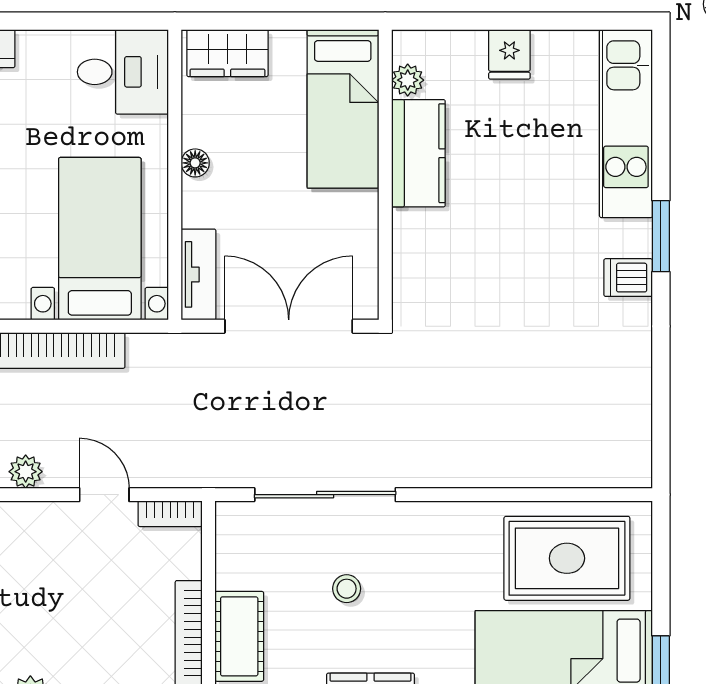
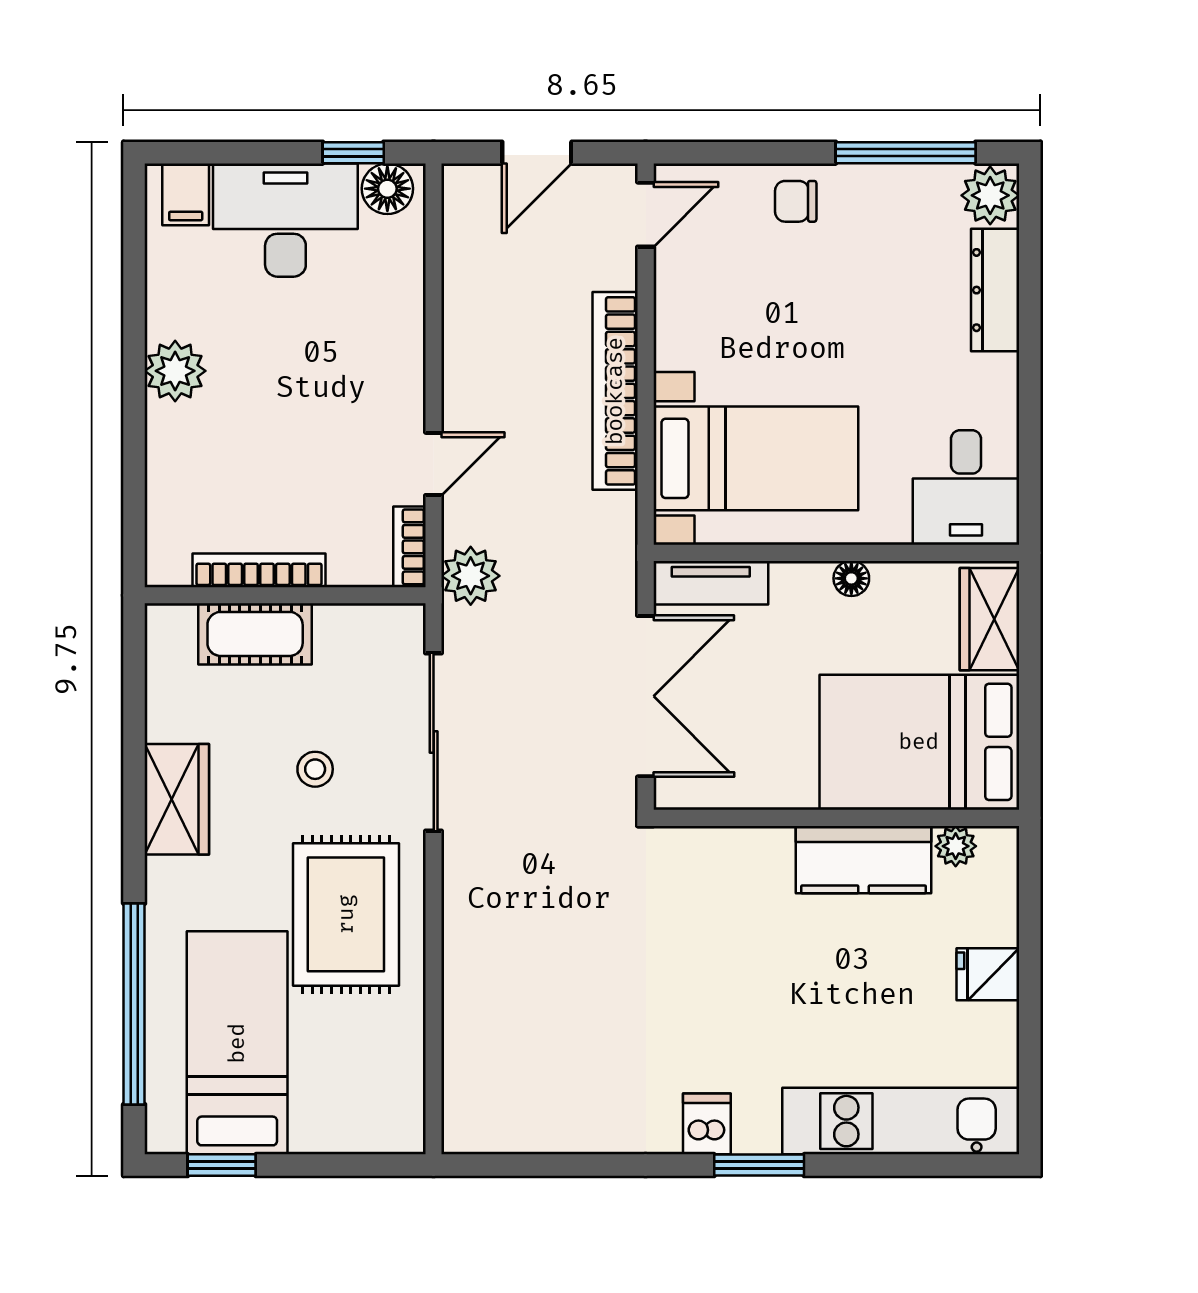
bed: (343, 109) -> (919, 742), width x1.50
plant: (26, 472) -> (471, 576), moved, width x1.38, depth x1.38
rug: (567, 558) -> (346, 914), moved

